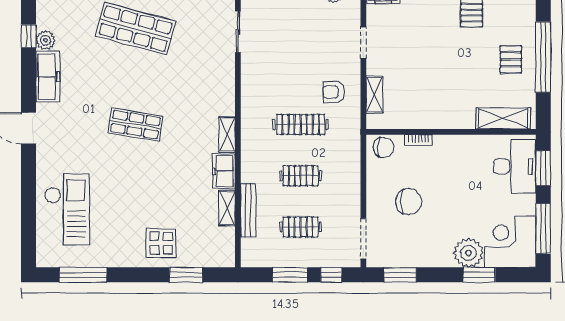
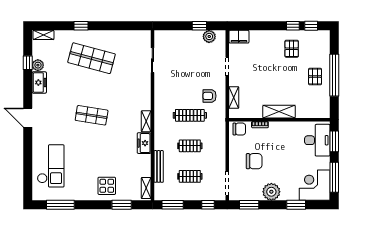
freezer: (48, 77) -> (39, 82), width x0.71
shelving: (503, 118) -> (279, 112), moved
shelving: (227, 208) -> (146, 188), moved
plant: (468, 253) -> (271, 192), moved
window: (290, 275) -> (173, 205), moved

